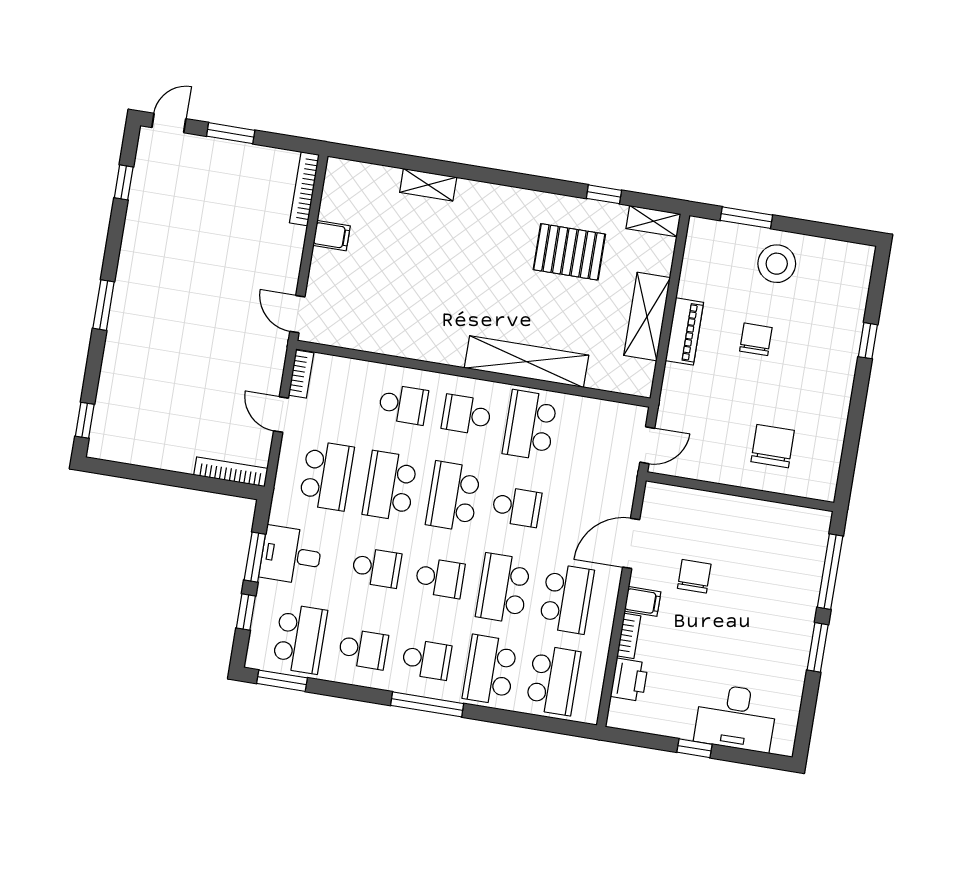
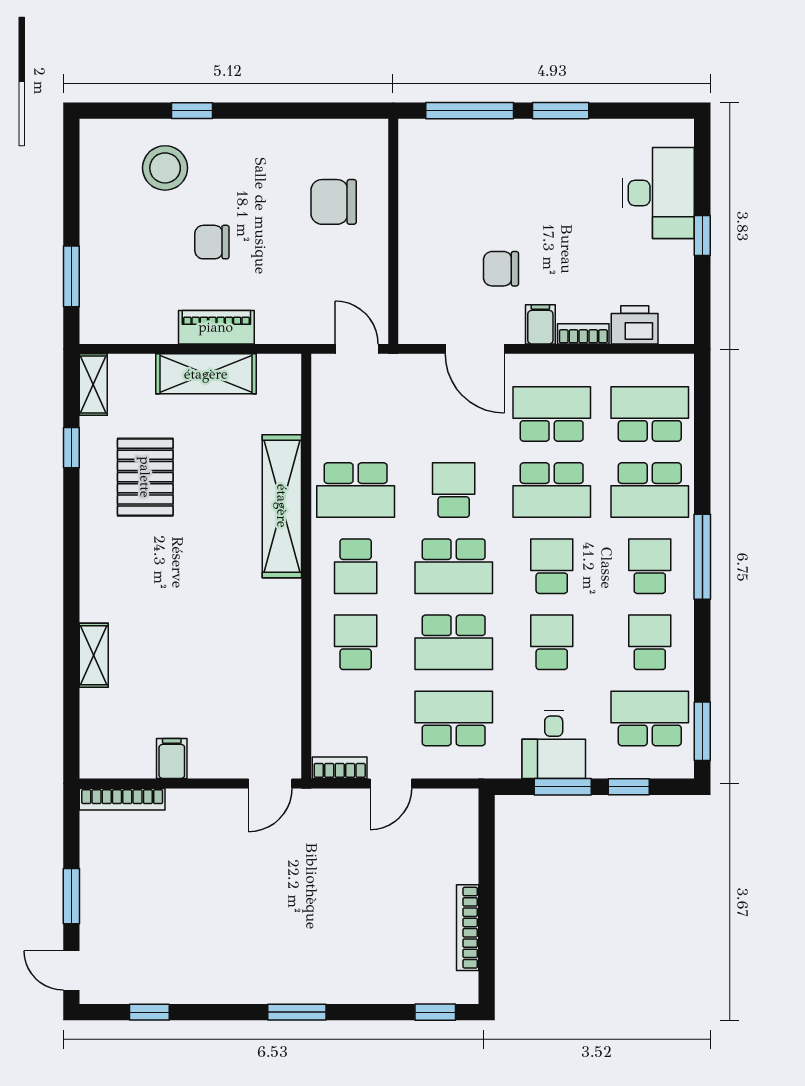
stool: (777, 264) -> (165, 168), moved
bookcase: (231, 472) -> (468, 928), moved

